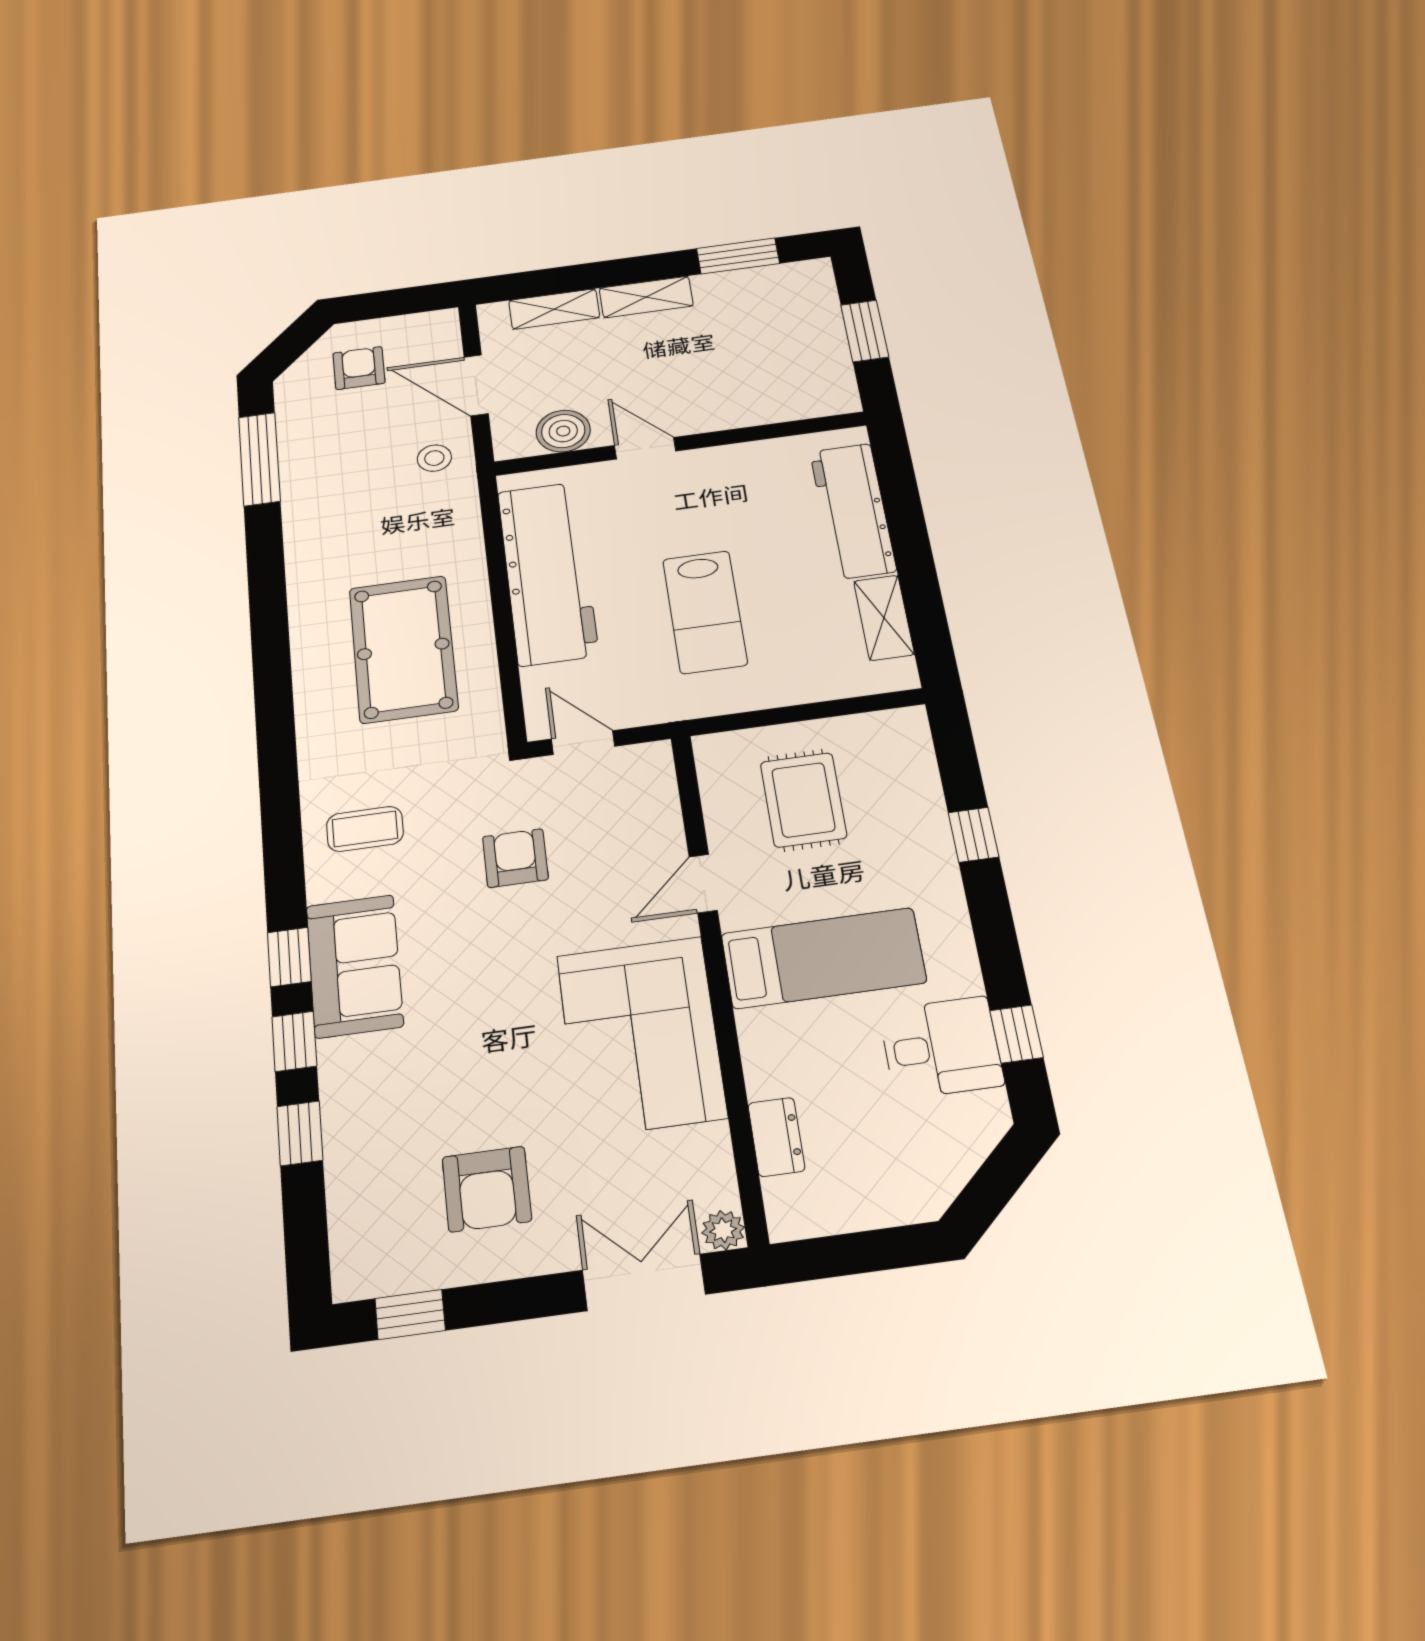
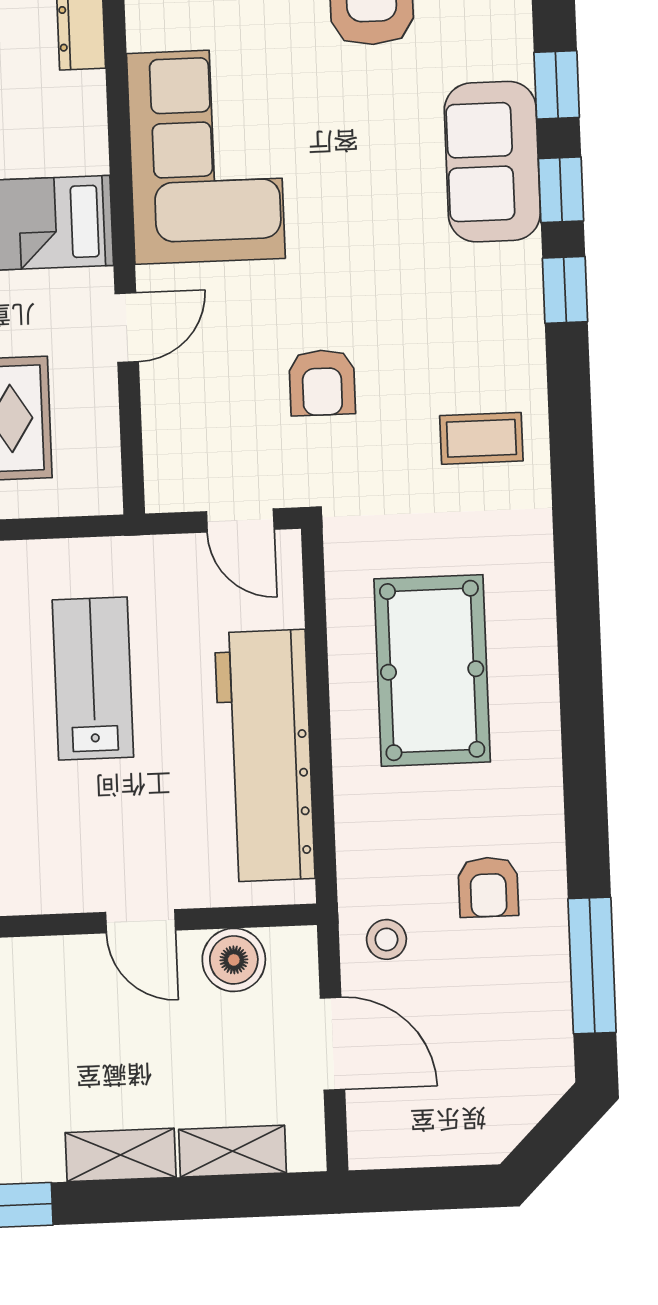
armchair: (359, 368) -> (488, 887), moved
sofa: (354, 966) -> (492, 162), moved

